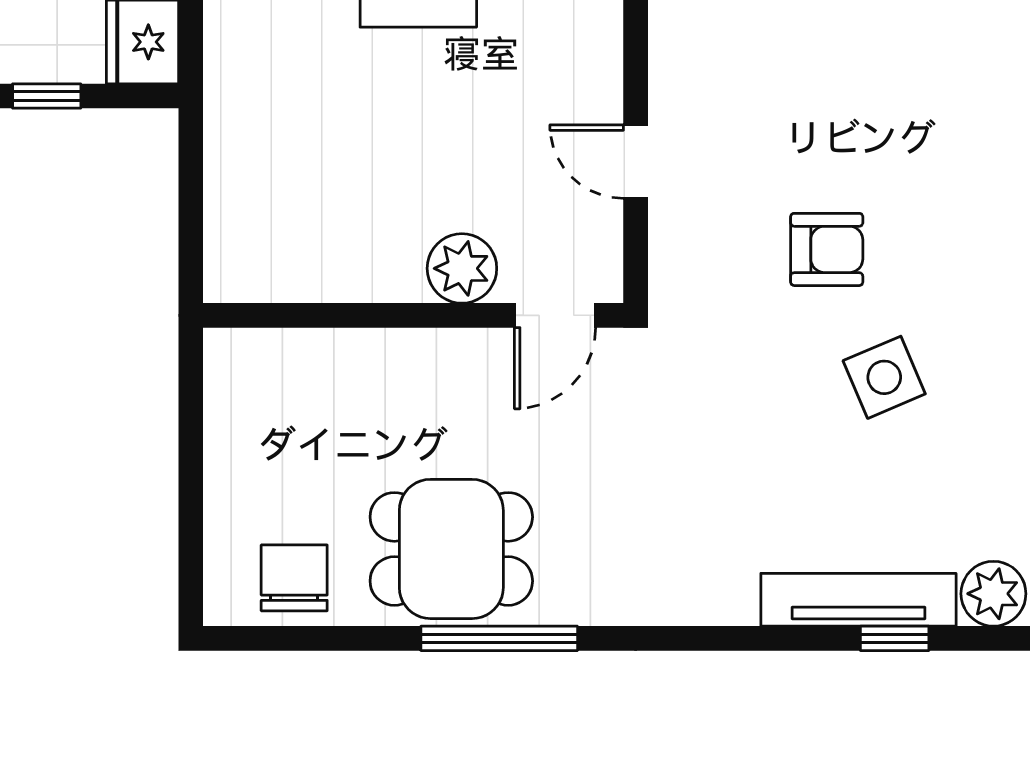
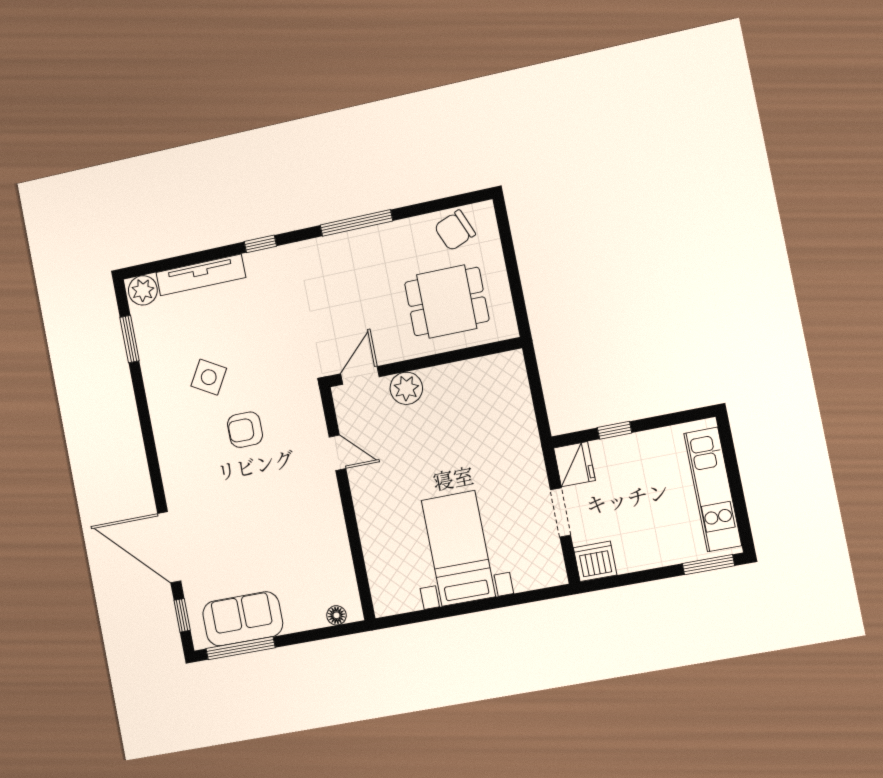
side table: (884, 377) -> (209, 377), turned -37
dining table: (451, 549) -> (447, 302), moved
chair: (294, 578) -> (455, 230), turned 68
window: (895, 638) -> (260, 244), moved

